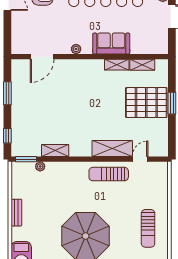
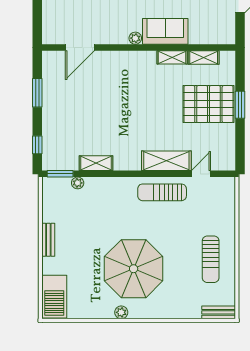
plant: (76, 49) -> (135, 38), moved

